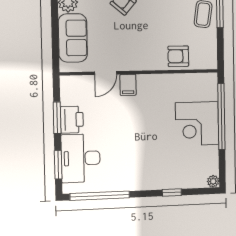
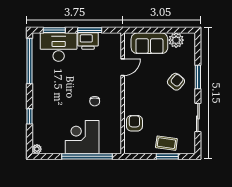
door: (106, 73) -> (123, 67), swing flipped
filing cabinet: (128, 85) -> (113, 84), removed
chair: (151, 109) -> (95, 101), added

